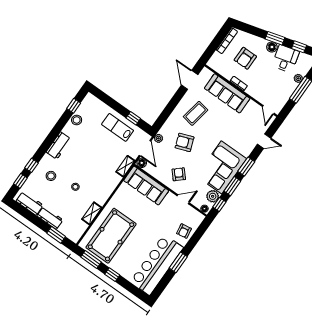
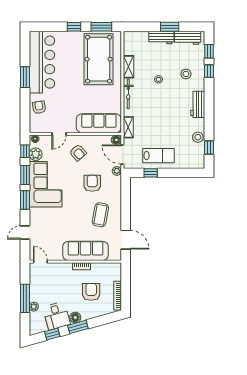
armchair: (185, 142) -> (92, 183), turned -70
bicycle: (107, 192) -> (128, 94), added
window: (56, 235) -> (170, 27), moved

